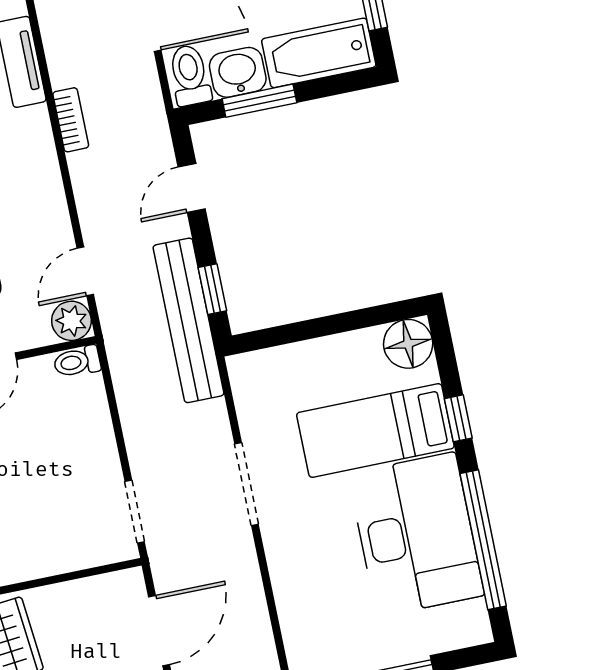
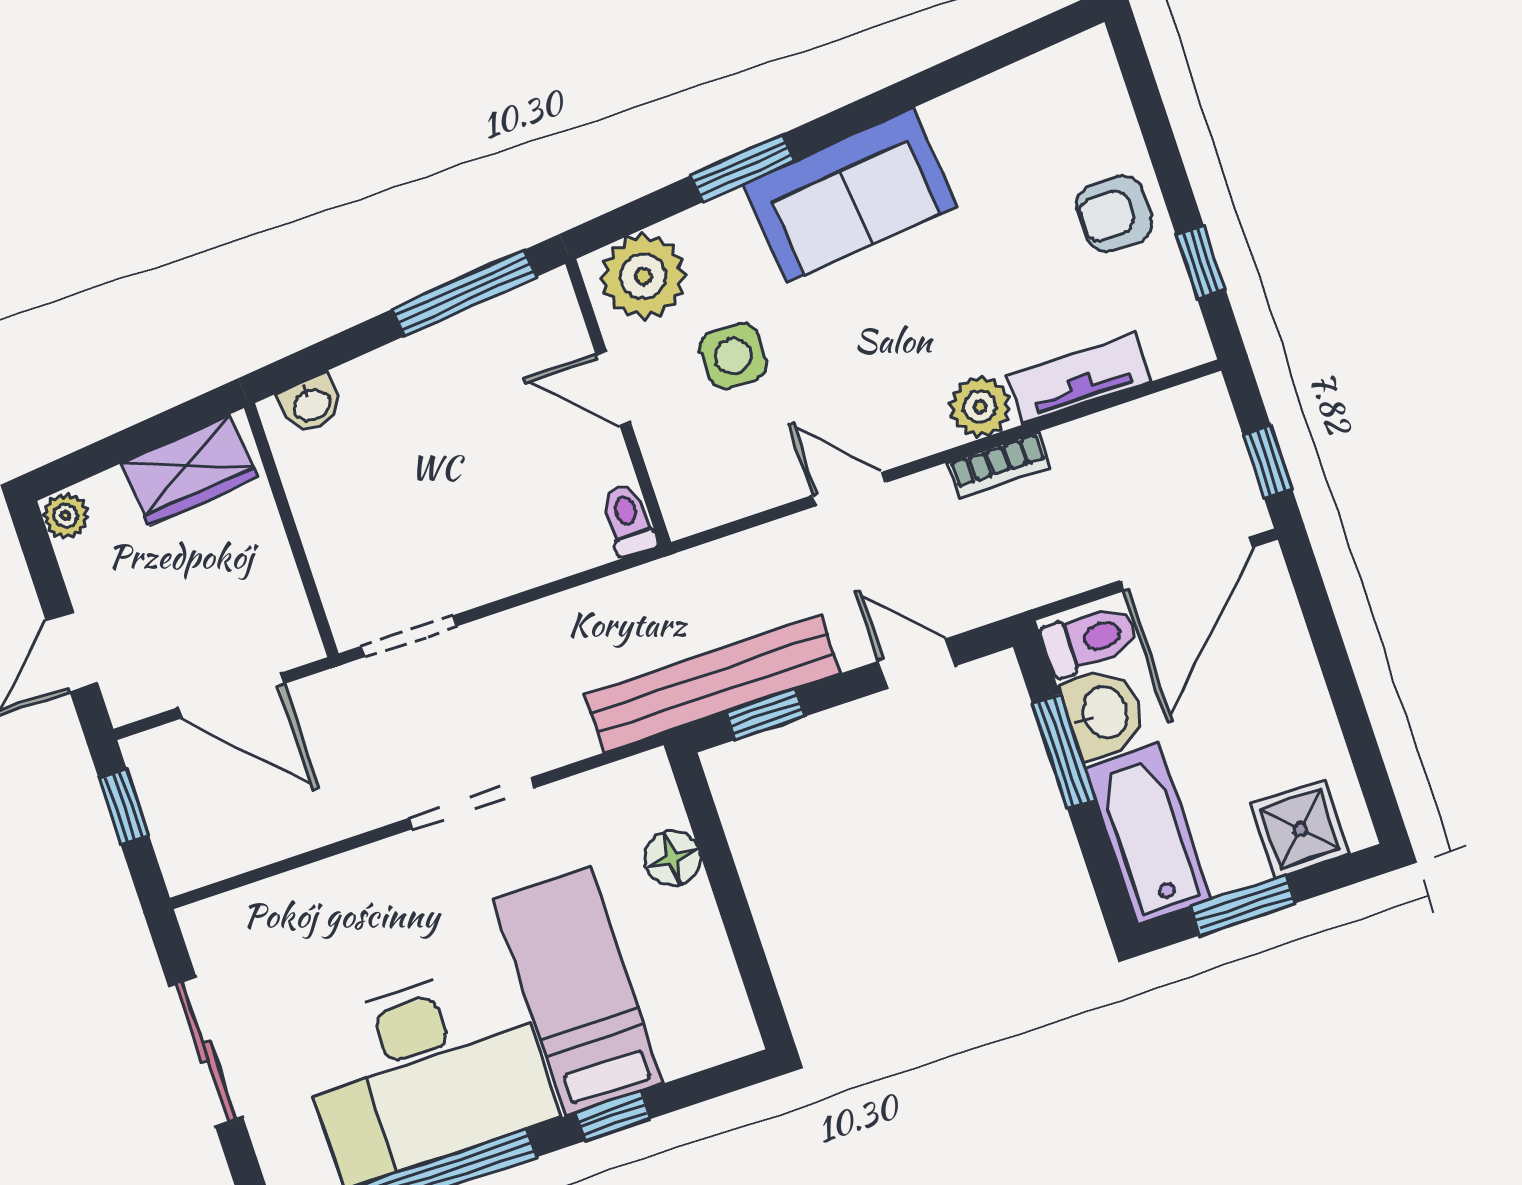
door: (85, 271) -> (849, 489), moved
plant: (71, 321) -> (980, 407), moved
floor lamp: (408, 344) -> (672, 858), moved, width x0.73, depth x0.73

